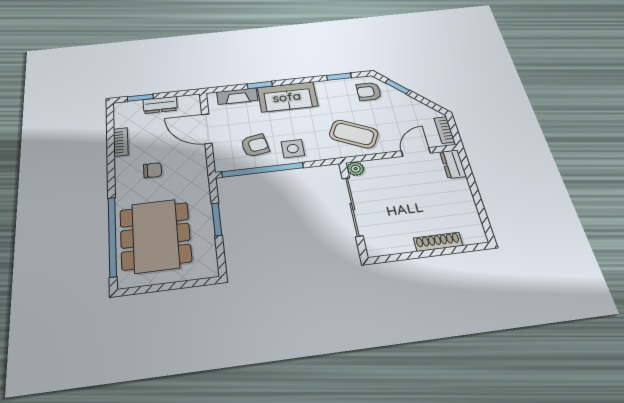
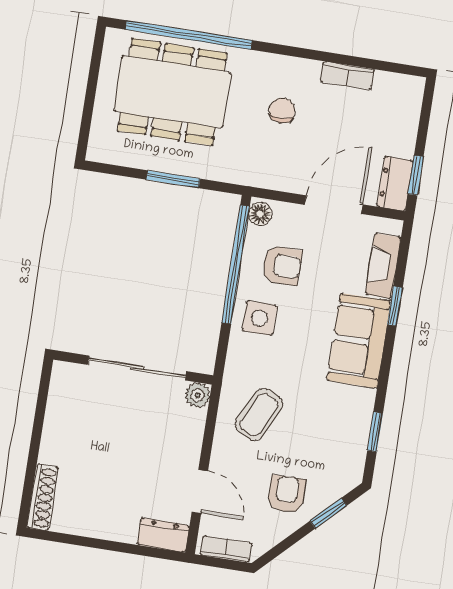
armchair: (369, 92) -> (287, 494), moved
window: (140, 98) -> (416, 175), moved
dresser: (160, 105) -> (395, 184), moved
coffee table: (354, 134) -> (259, 415), width x0.73, depth x0.77
armchair: (255, 145) -> (282, 266), turned -80
floor lamp: (225, 165) -> (260, 214), added
chair: (153, 170) -> (282, 110), turned 180
shoe rack: (438, 242) -> (43, 497), moved

